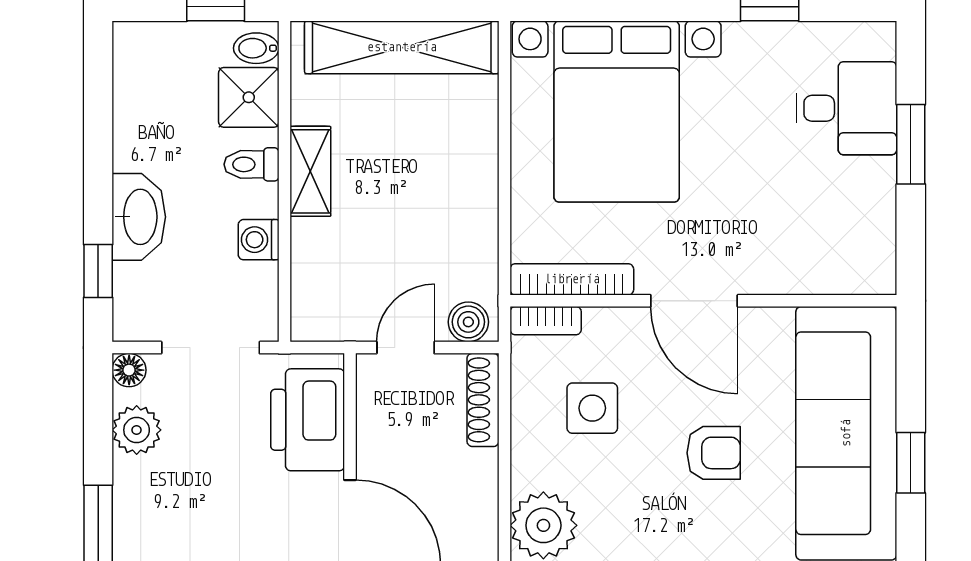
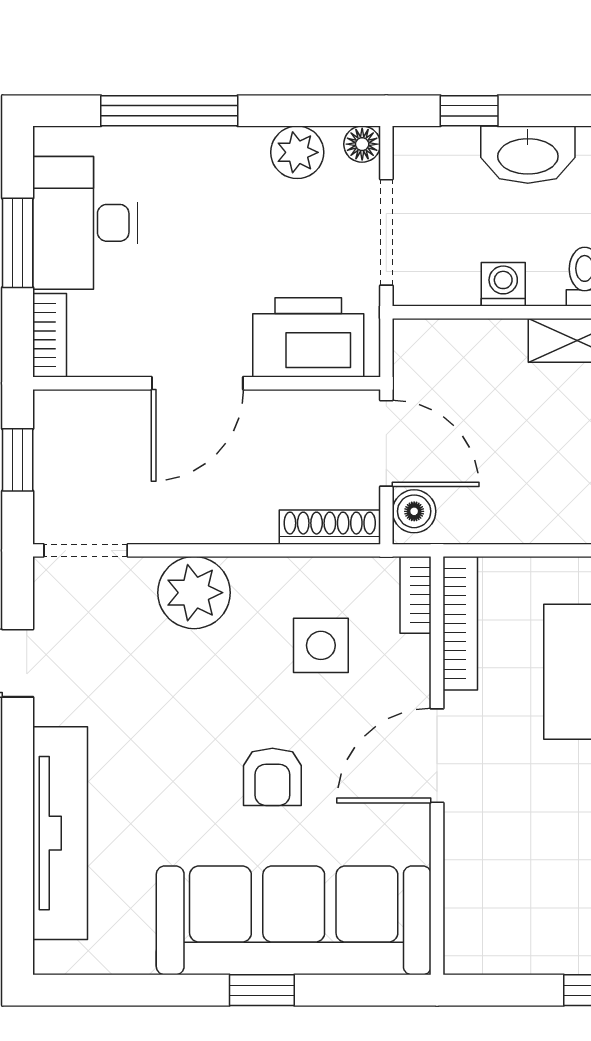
door: (406, 348) -> (386, 443), width x1.38

